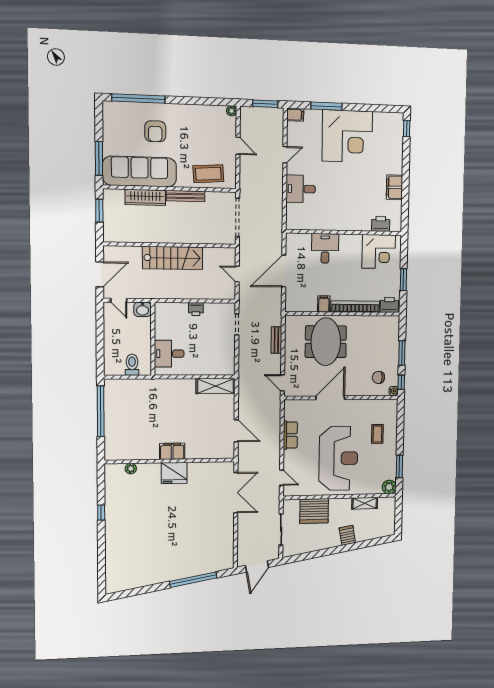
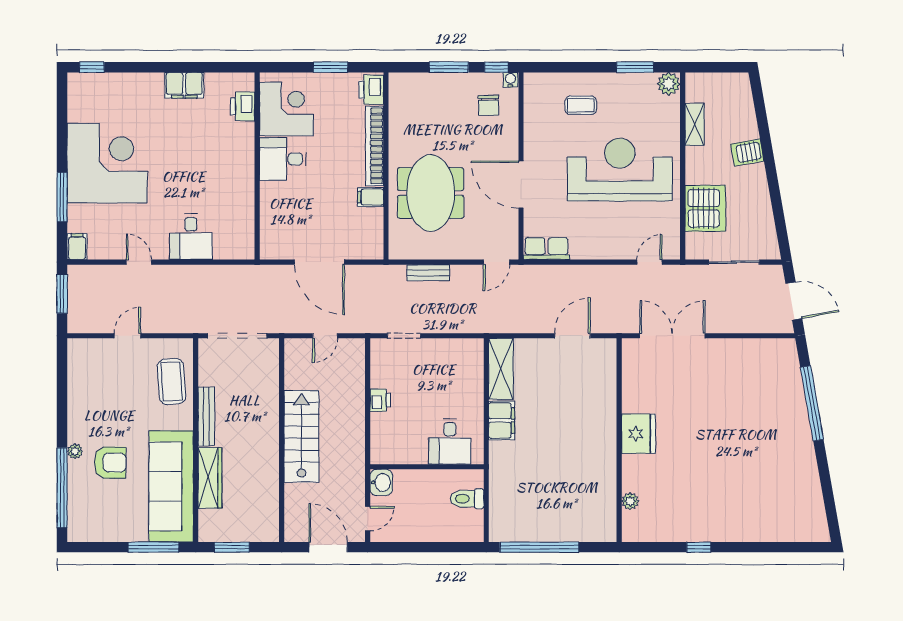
plant: (232, 111) -> (75, 451), moved
desk: (325, 248) -> (283, 159), moved
meeting table: (326, 342) -> (431, 193), turned 90
row of seats: (290, 435) -> (547, 249), moved
filing cabinet: (172, 451) -> (502, 420), moved, turned 180

